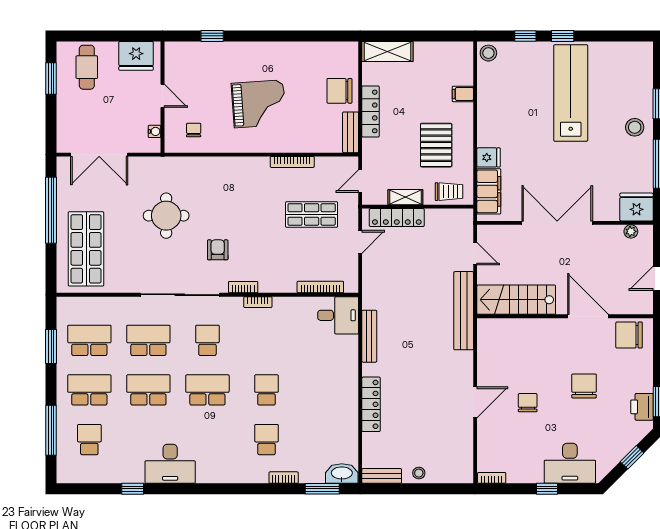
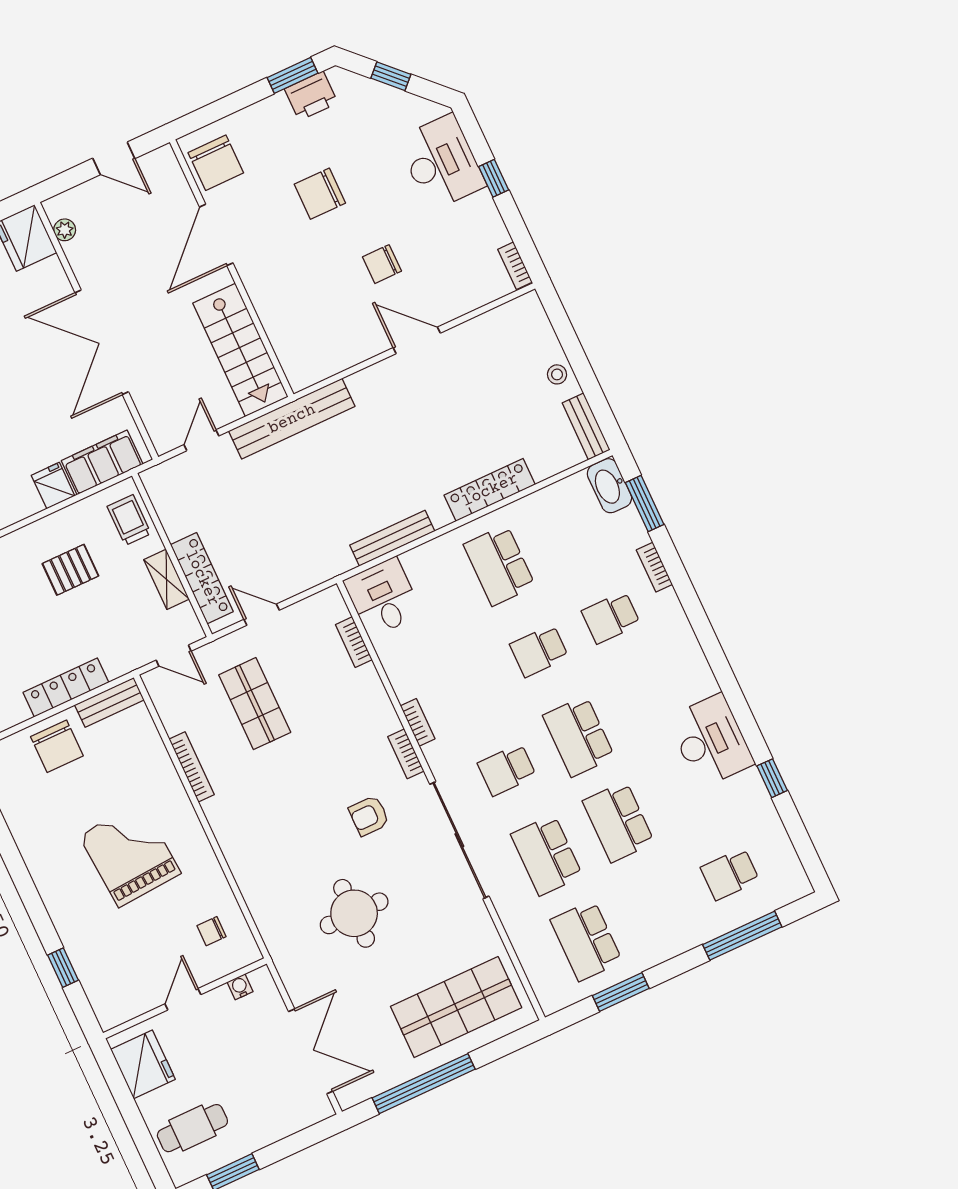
pallet: (436, 145) -> (70, 570), width x0.67, depth x0.71
bookcase: (320, 287) -> (354, 642), width x0.64
school desk: (89, 390) -> (499, 565), moved

